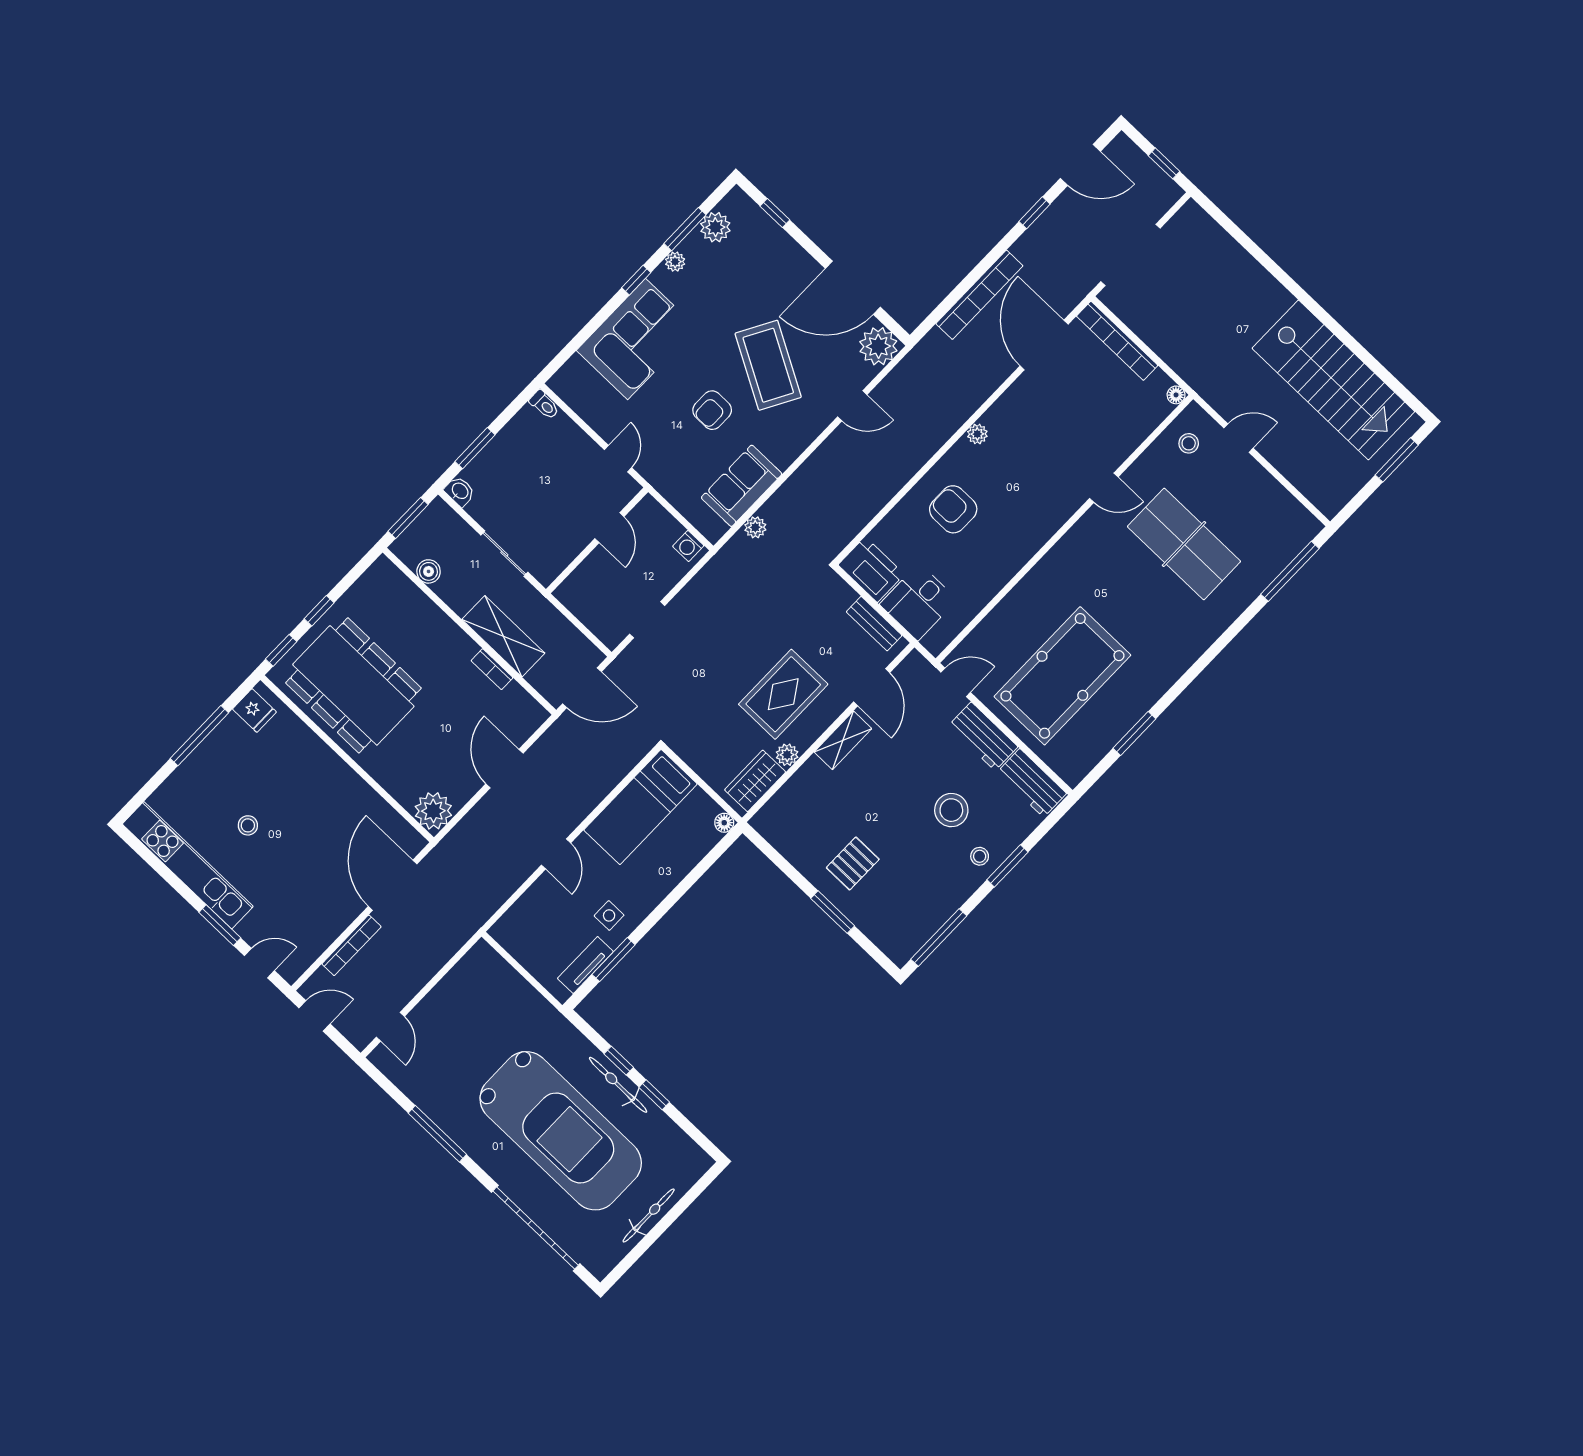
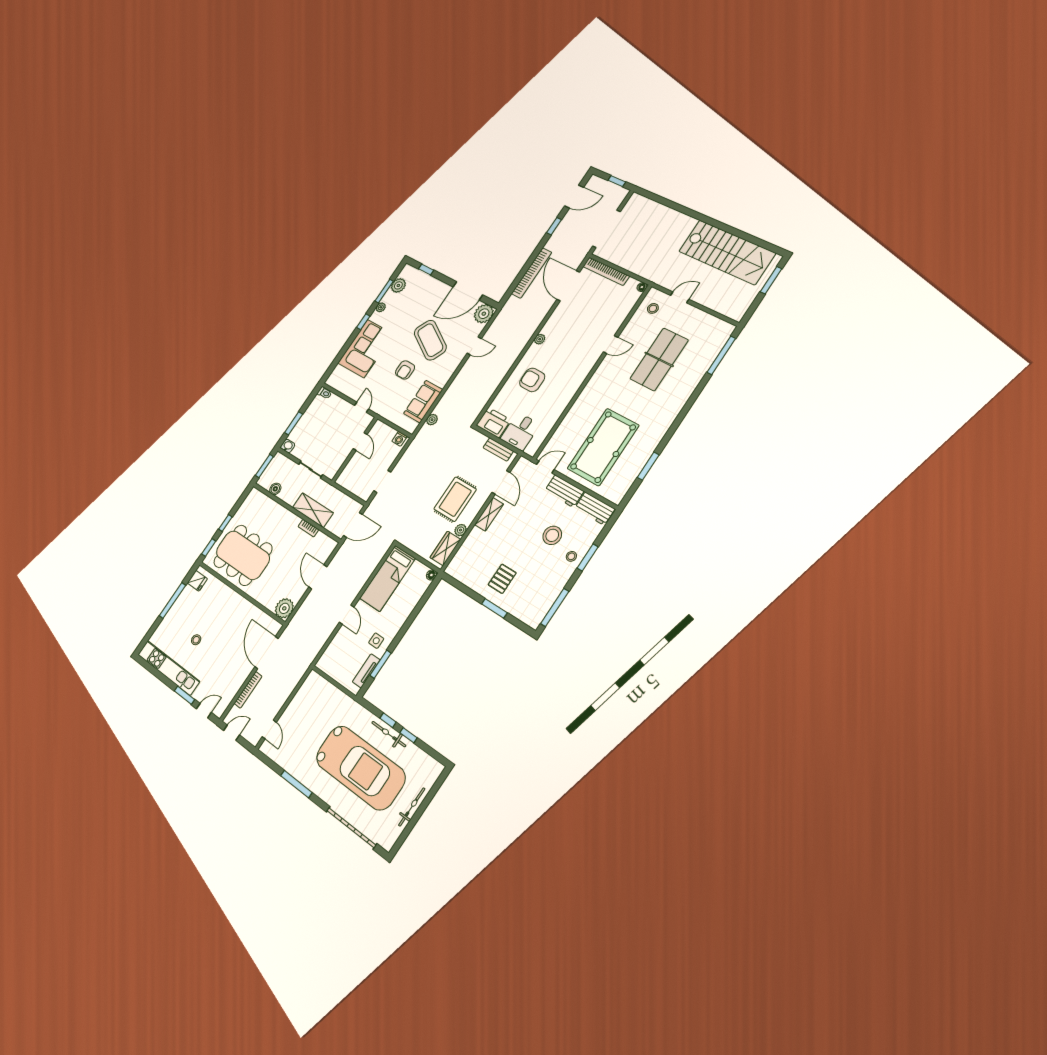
table tennis table: (1184, 544) -> (659, 359), turned 90

